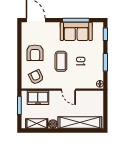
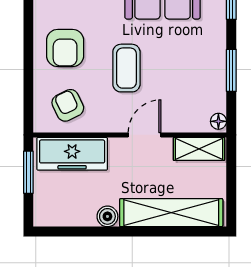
door: (69, 90) -> (145, 135), swing flipped
freezer: (38, 98) -> (72, 154), width x1.40
shelving: (37, 124) -> (199, 149), moved

